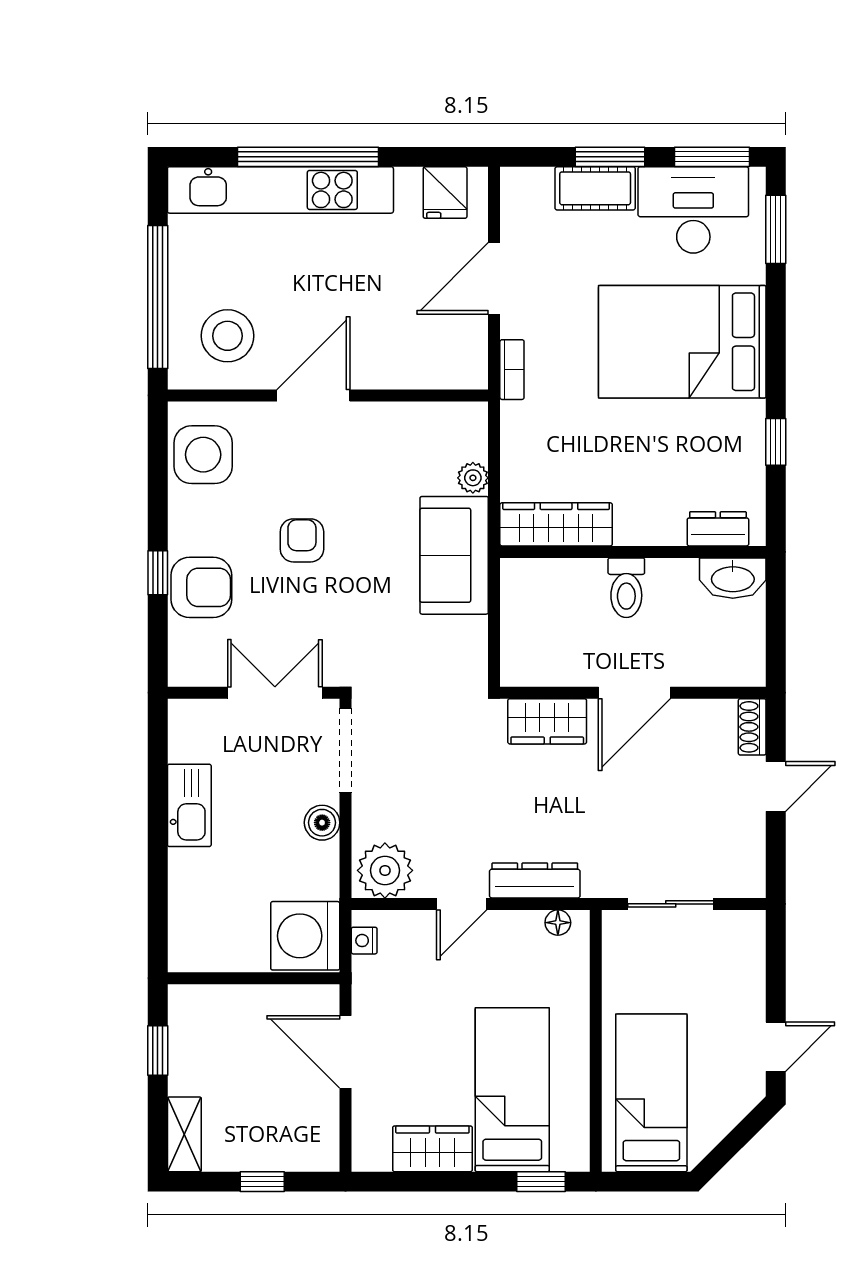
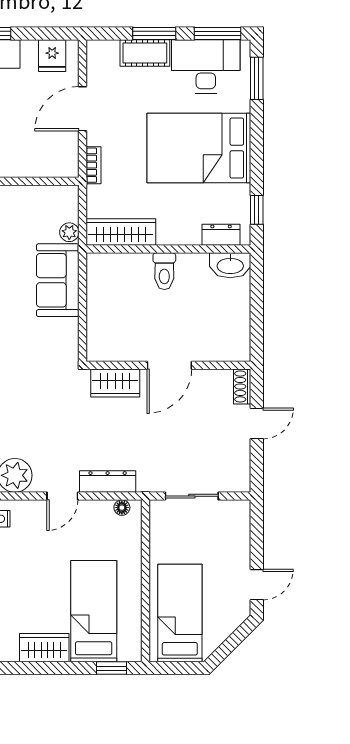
wardrobe: (556, 524) -> (121, 232), moved
dresser: (718, 529) -> (221, 235), moved
wall: (633, 552) -> (168, 249), moved
washbasin: (733, 578) -> (230, 265), moved
toilet: (626, 588) -> (164, 271), moved

